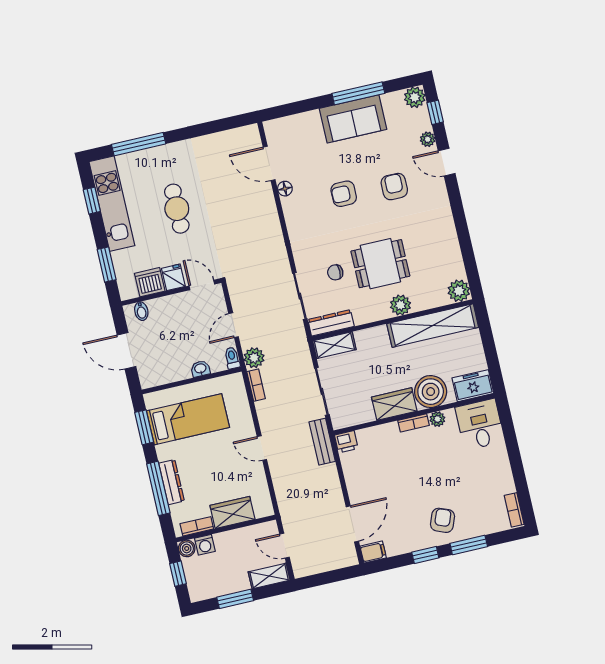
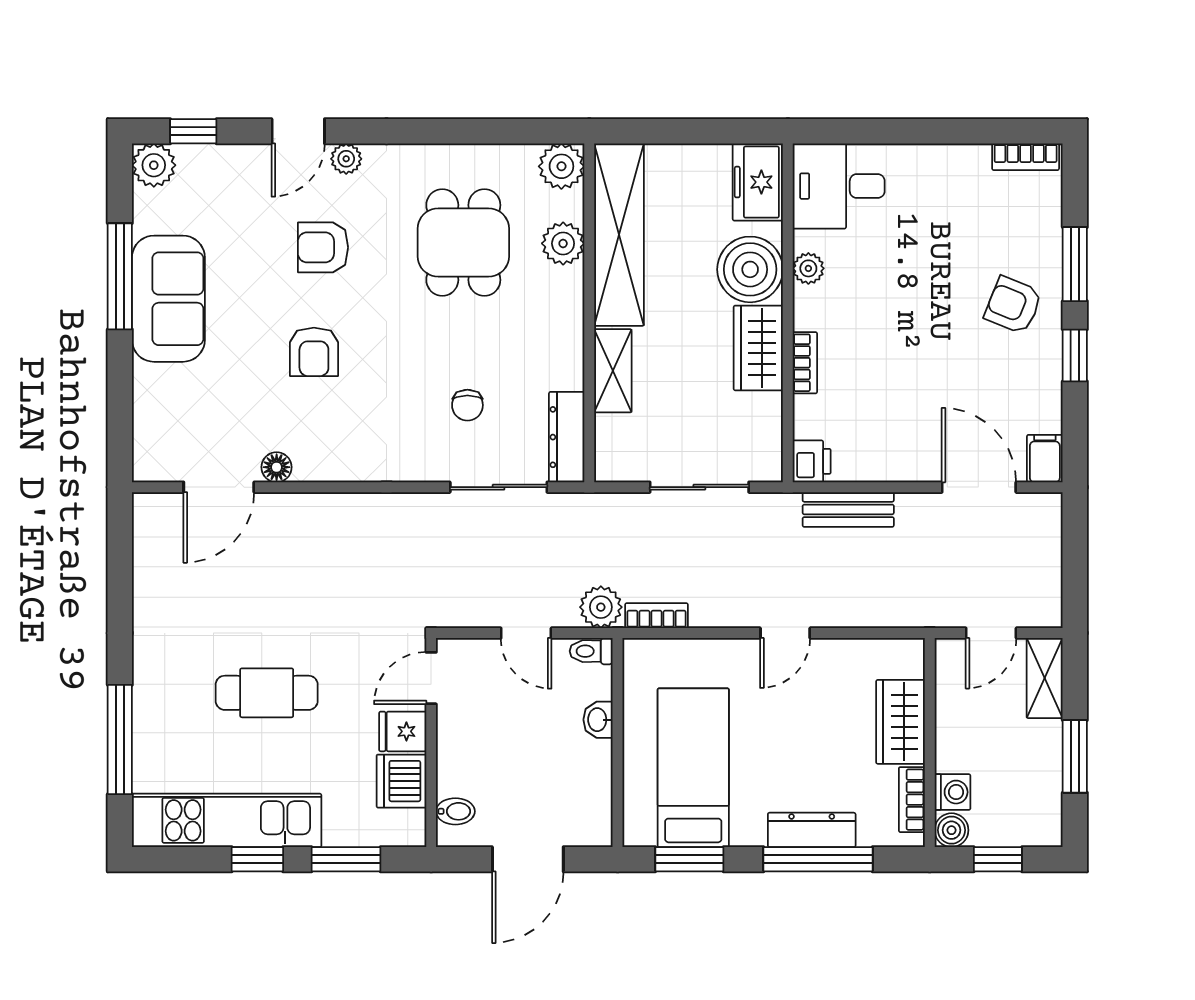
plant: (428, 139) -> (346, 159), moved
window: (92, 201) -> (257, 859), moved
dining table: (380, 264) -> (463, 242), moved
plant: (400, 305) -> (563, 243), moved
shelving: (334, 345) -> (613, 371), moved
bookcase: (414, 423) -> (805, 363), moved
bench: (322, 442) -> (848, 509), moved

